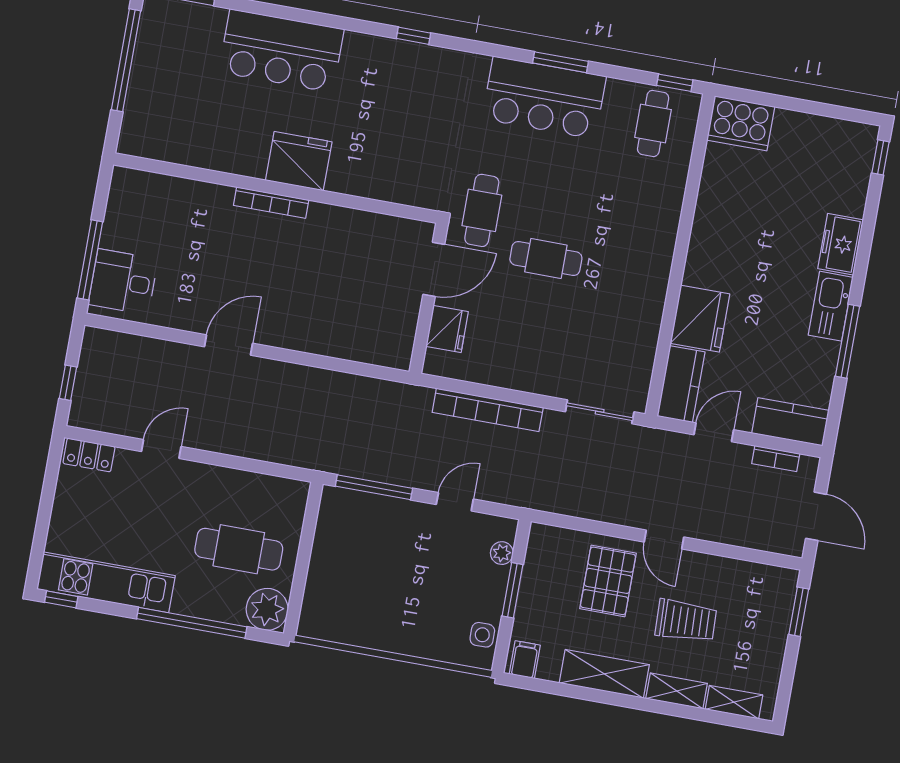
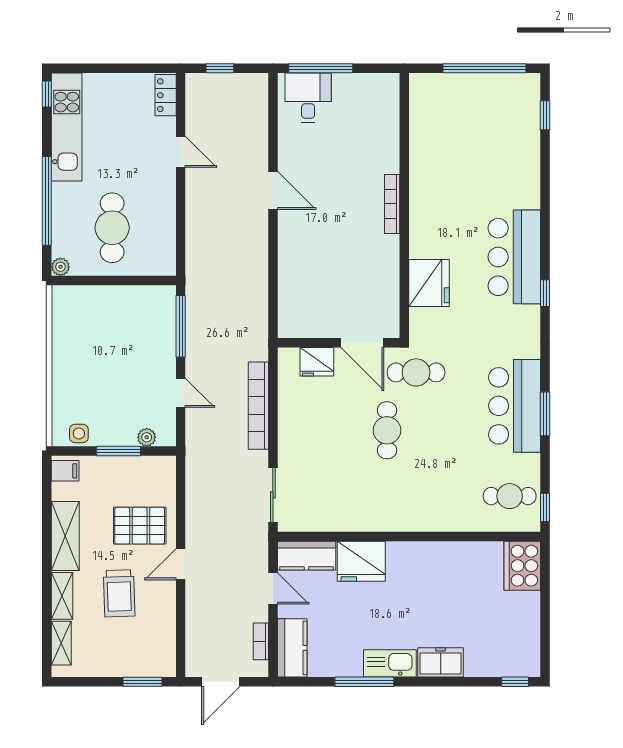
bar counter: (281, 51) -> (514, 257), moved
fridge: (299, 161) -> (429, 283), moved
plant: (267, 609) -> (60, 267), width x0.53, depth x0.53

